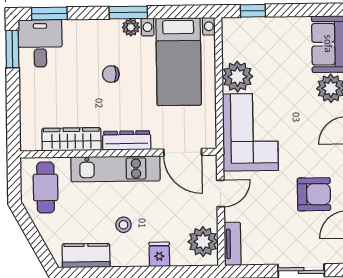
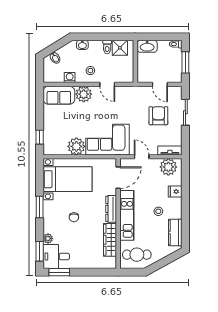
plant: (131, 27) -> (48, 238), moved
armchair: (314, 194) -> (158, 116), moved

